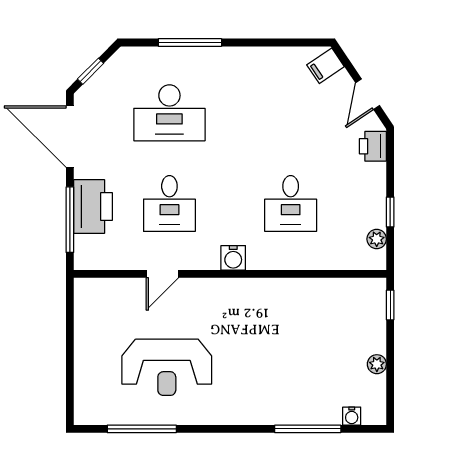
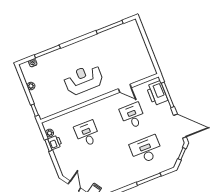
printer: (373, 146) -> (55, 142), moved
printer: (93, 206) -> (157, 93), moved
water cooler: (233, 258) -> (101, 105), removed
door: (162, 274) -> (125, 88), swing flipped
reception desk: (167, 367) -> (83, 80), moved

